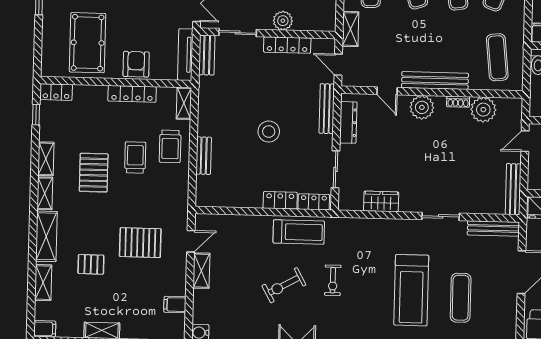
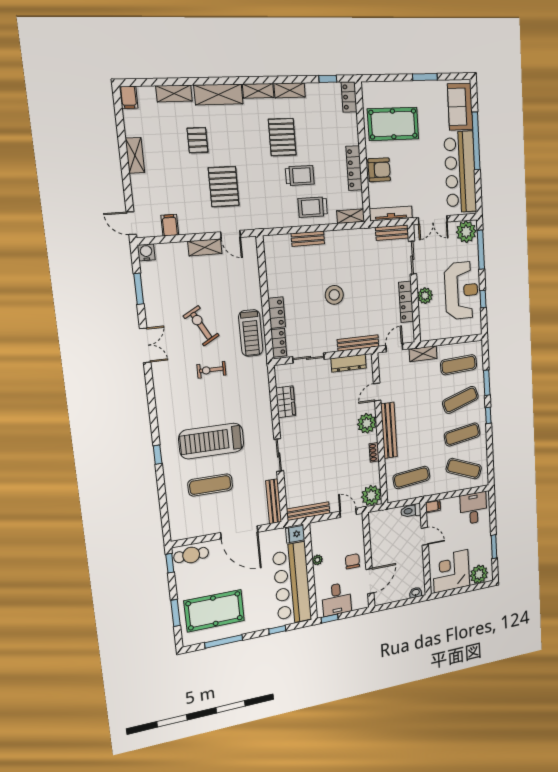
plant: (483, 110) -> (371, 496), moved
pallet: (94, 173) -> (282, 137), turned 90

